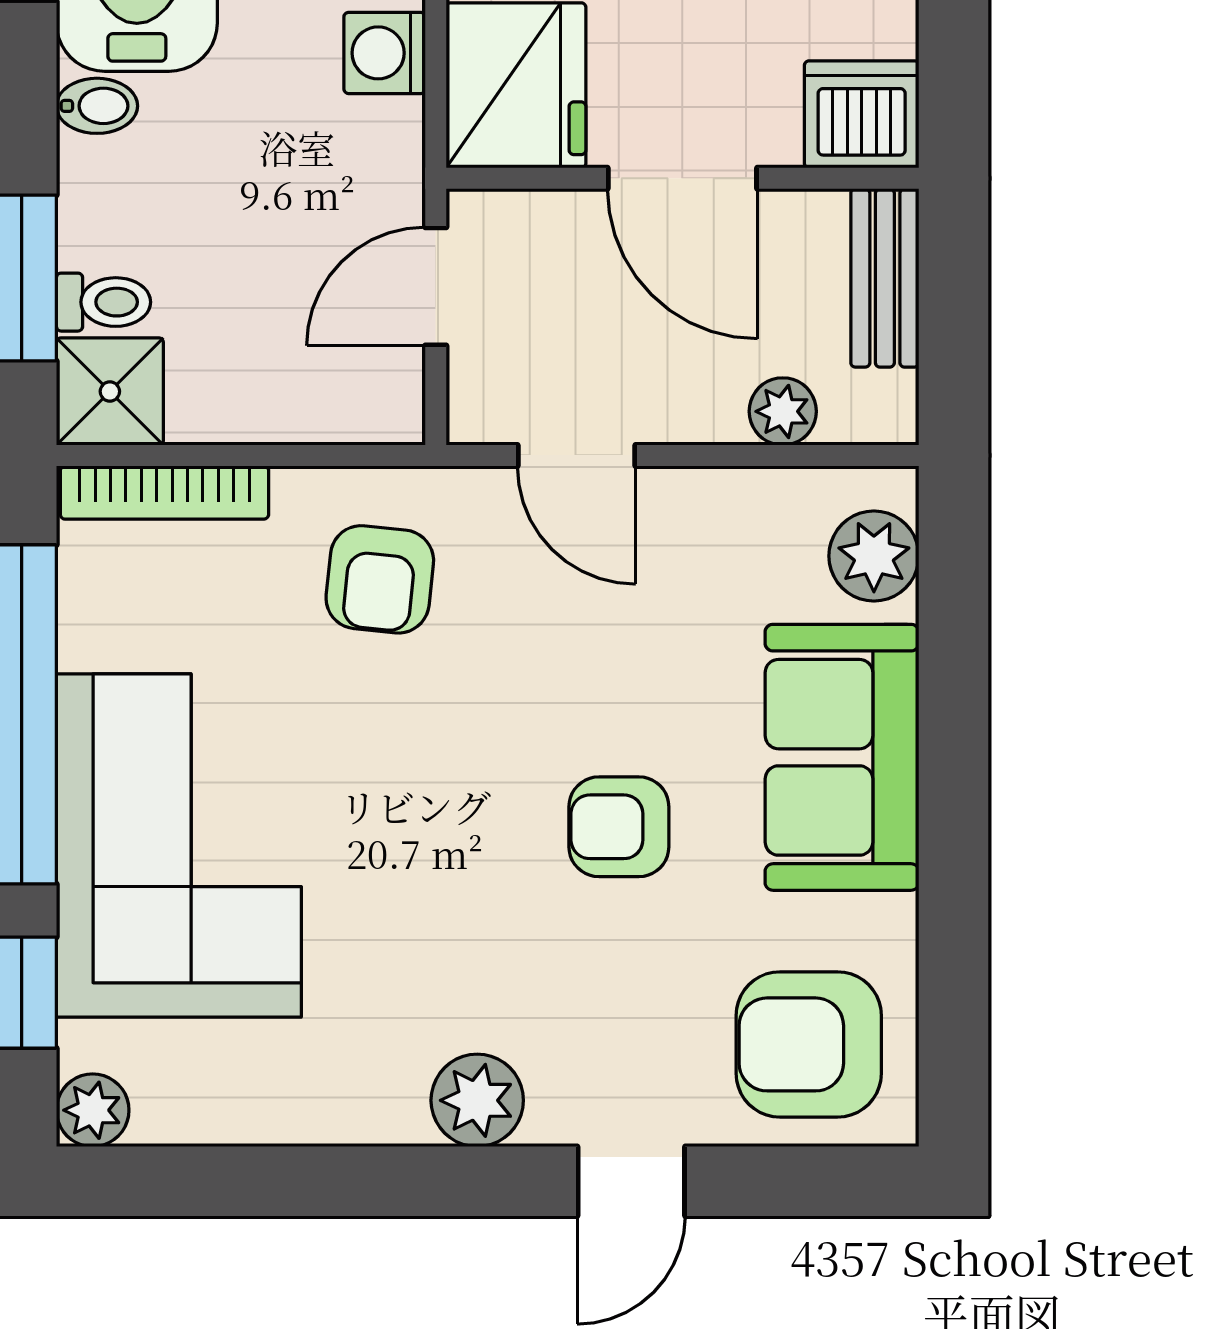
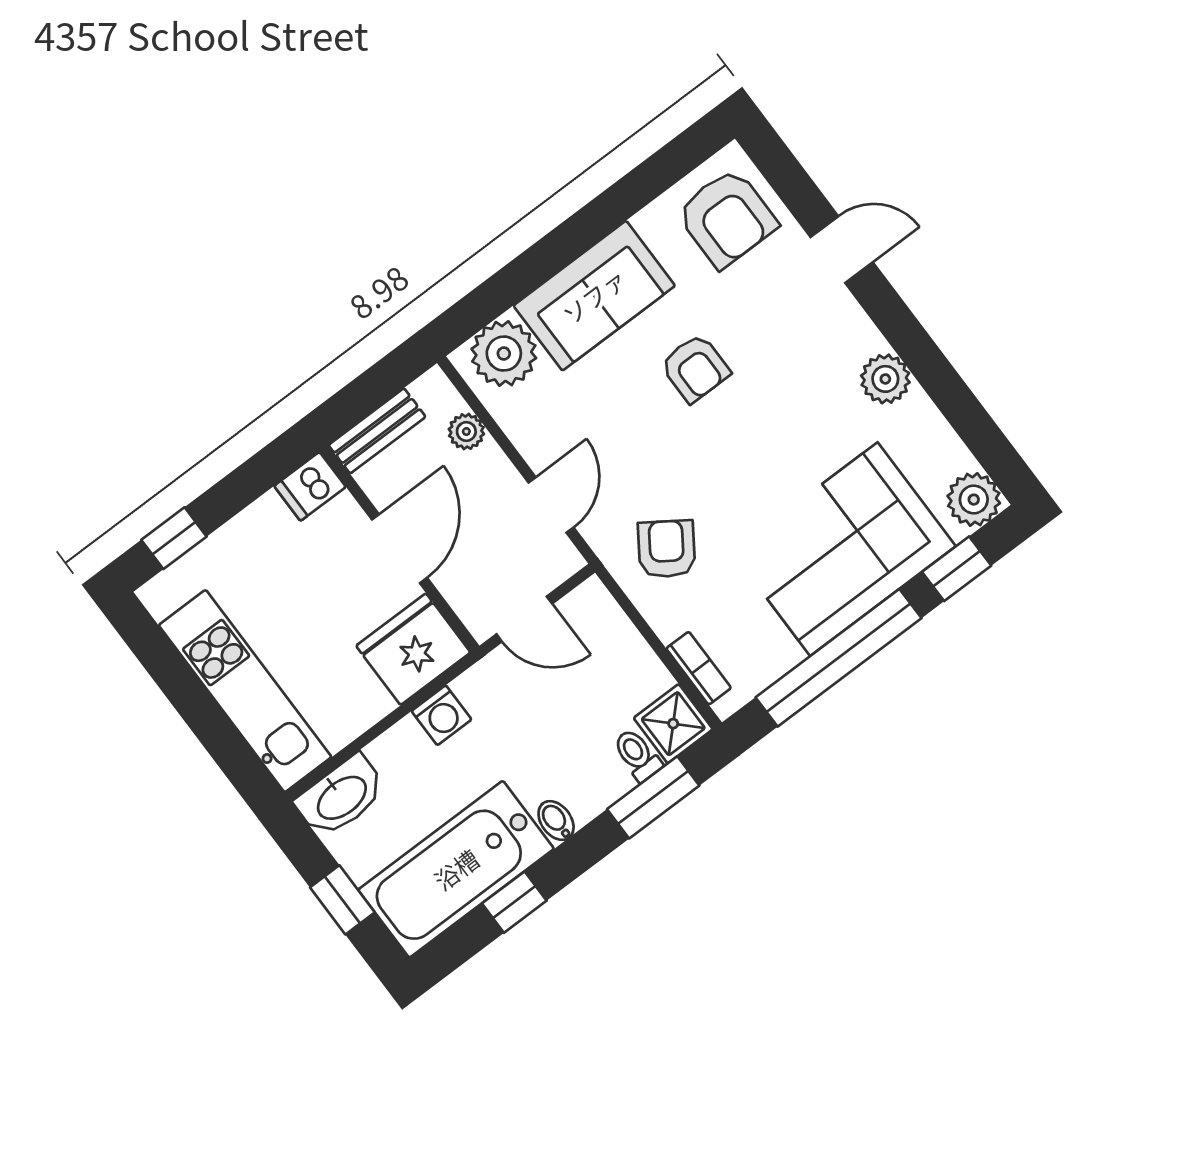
dishwasher: (862, 114) -> (310, 486), width x0.73
bookcase: (164, 492) -> (699, 668), width x0.64
plant: (874, 556) -> (504, 354), width x1.36, depth x1.36
armchair: (380, 579) -> (667, 549), turned -62
plant: (477, 1100) -> (885, 379), moved
plant: (93, 1110) -> (974, 500), width x1.38, depth x1.38

